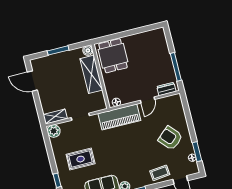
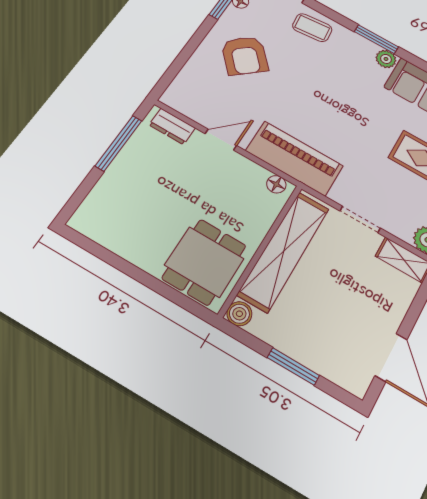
shelving: (91, 74) -> (284, 251), width x1.47

